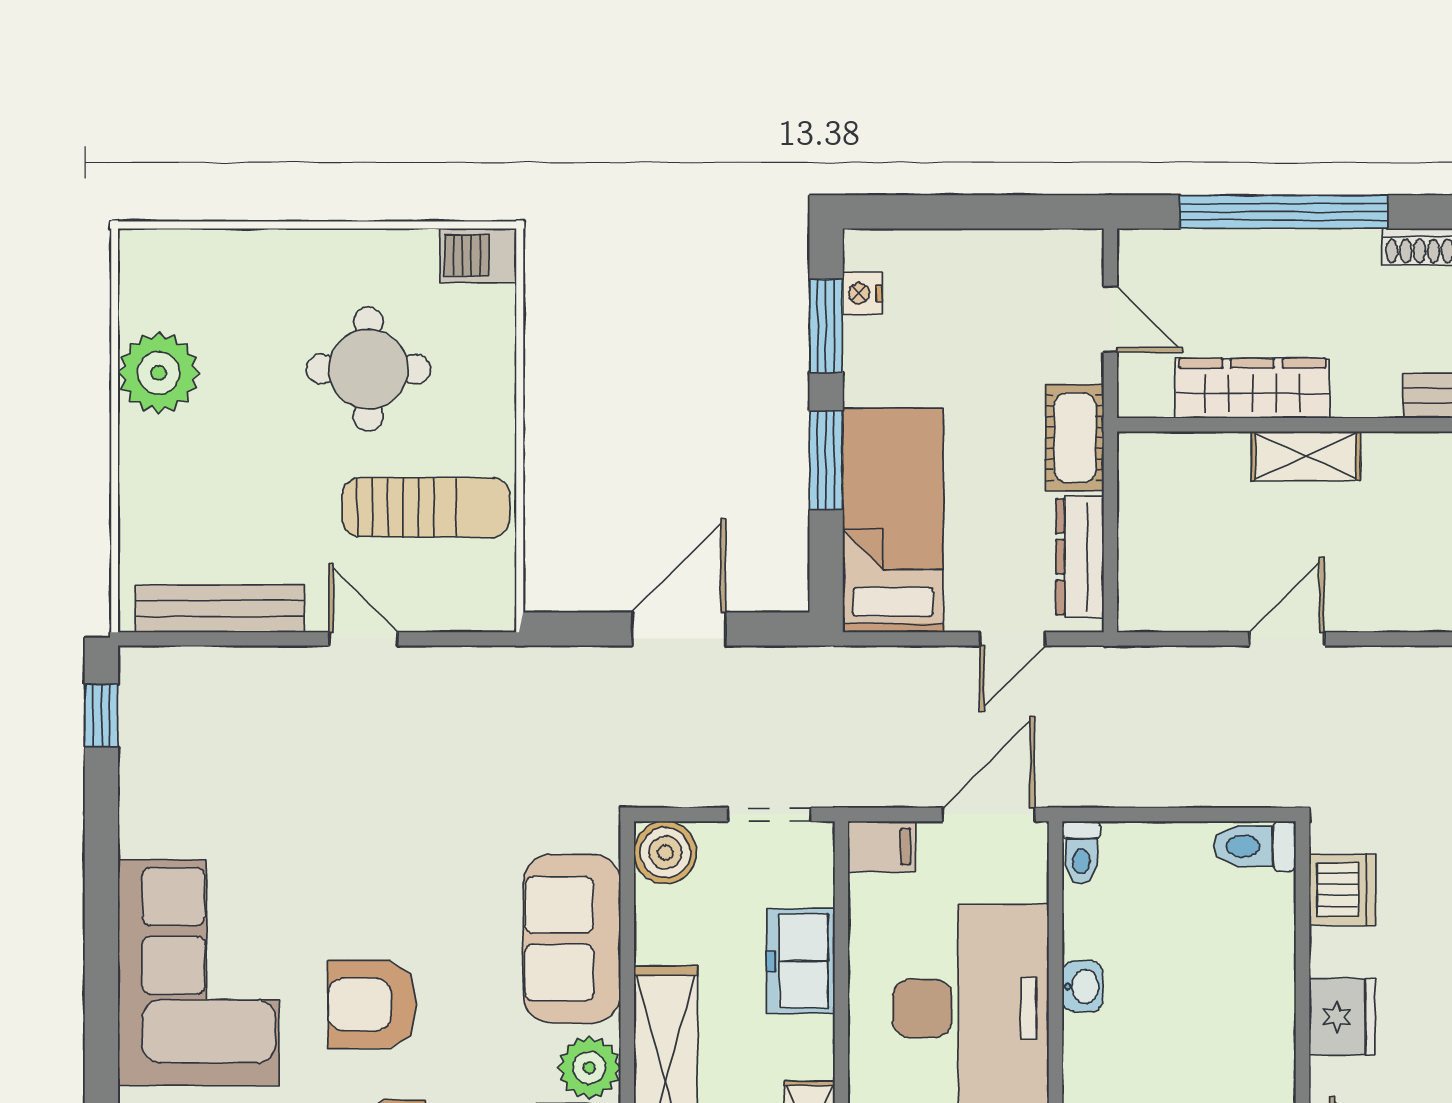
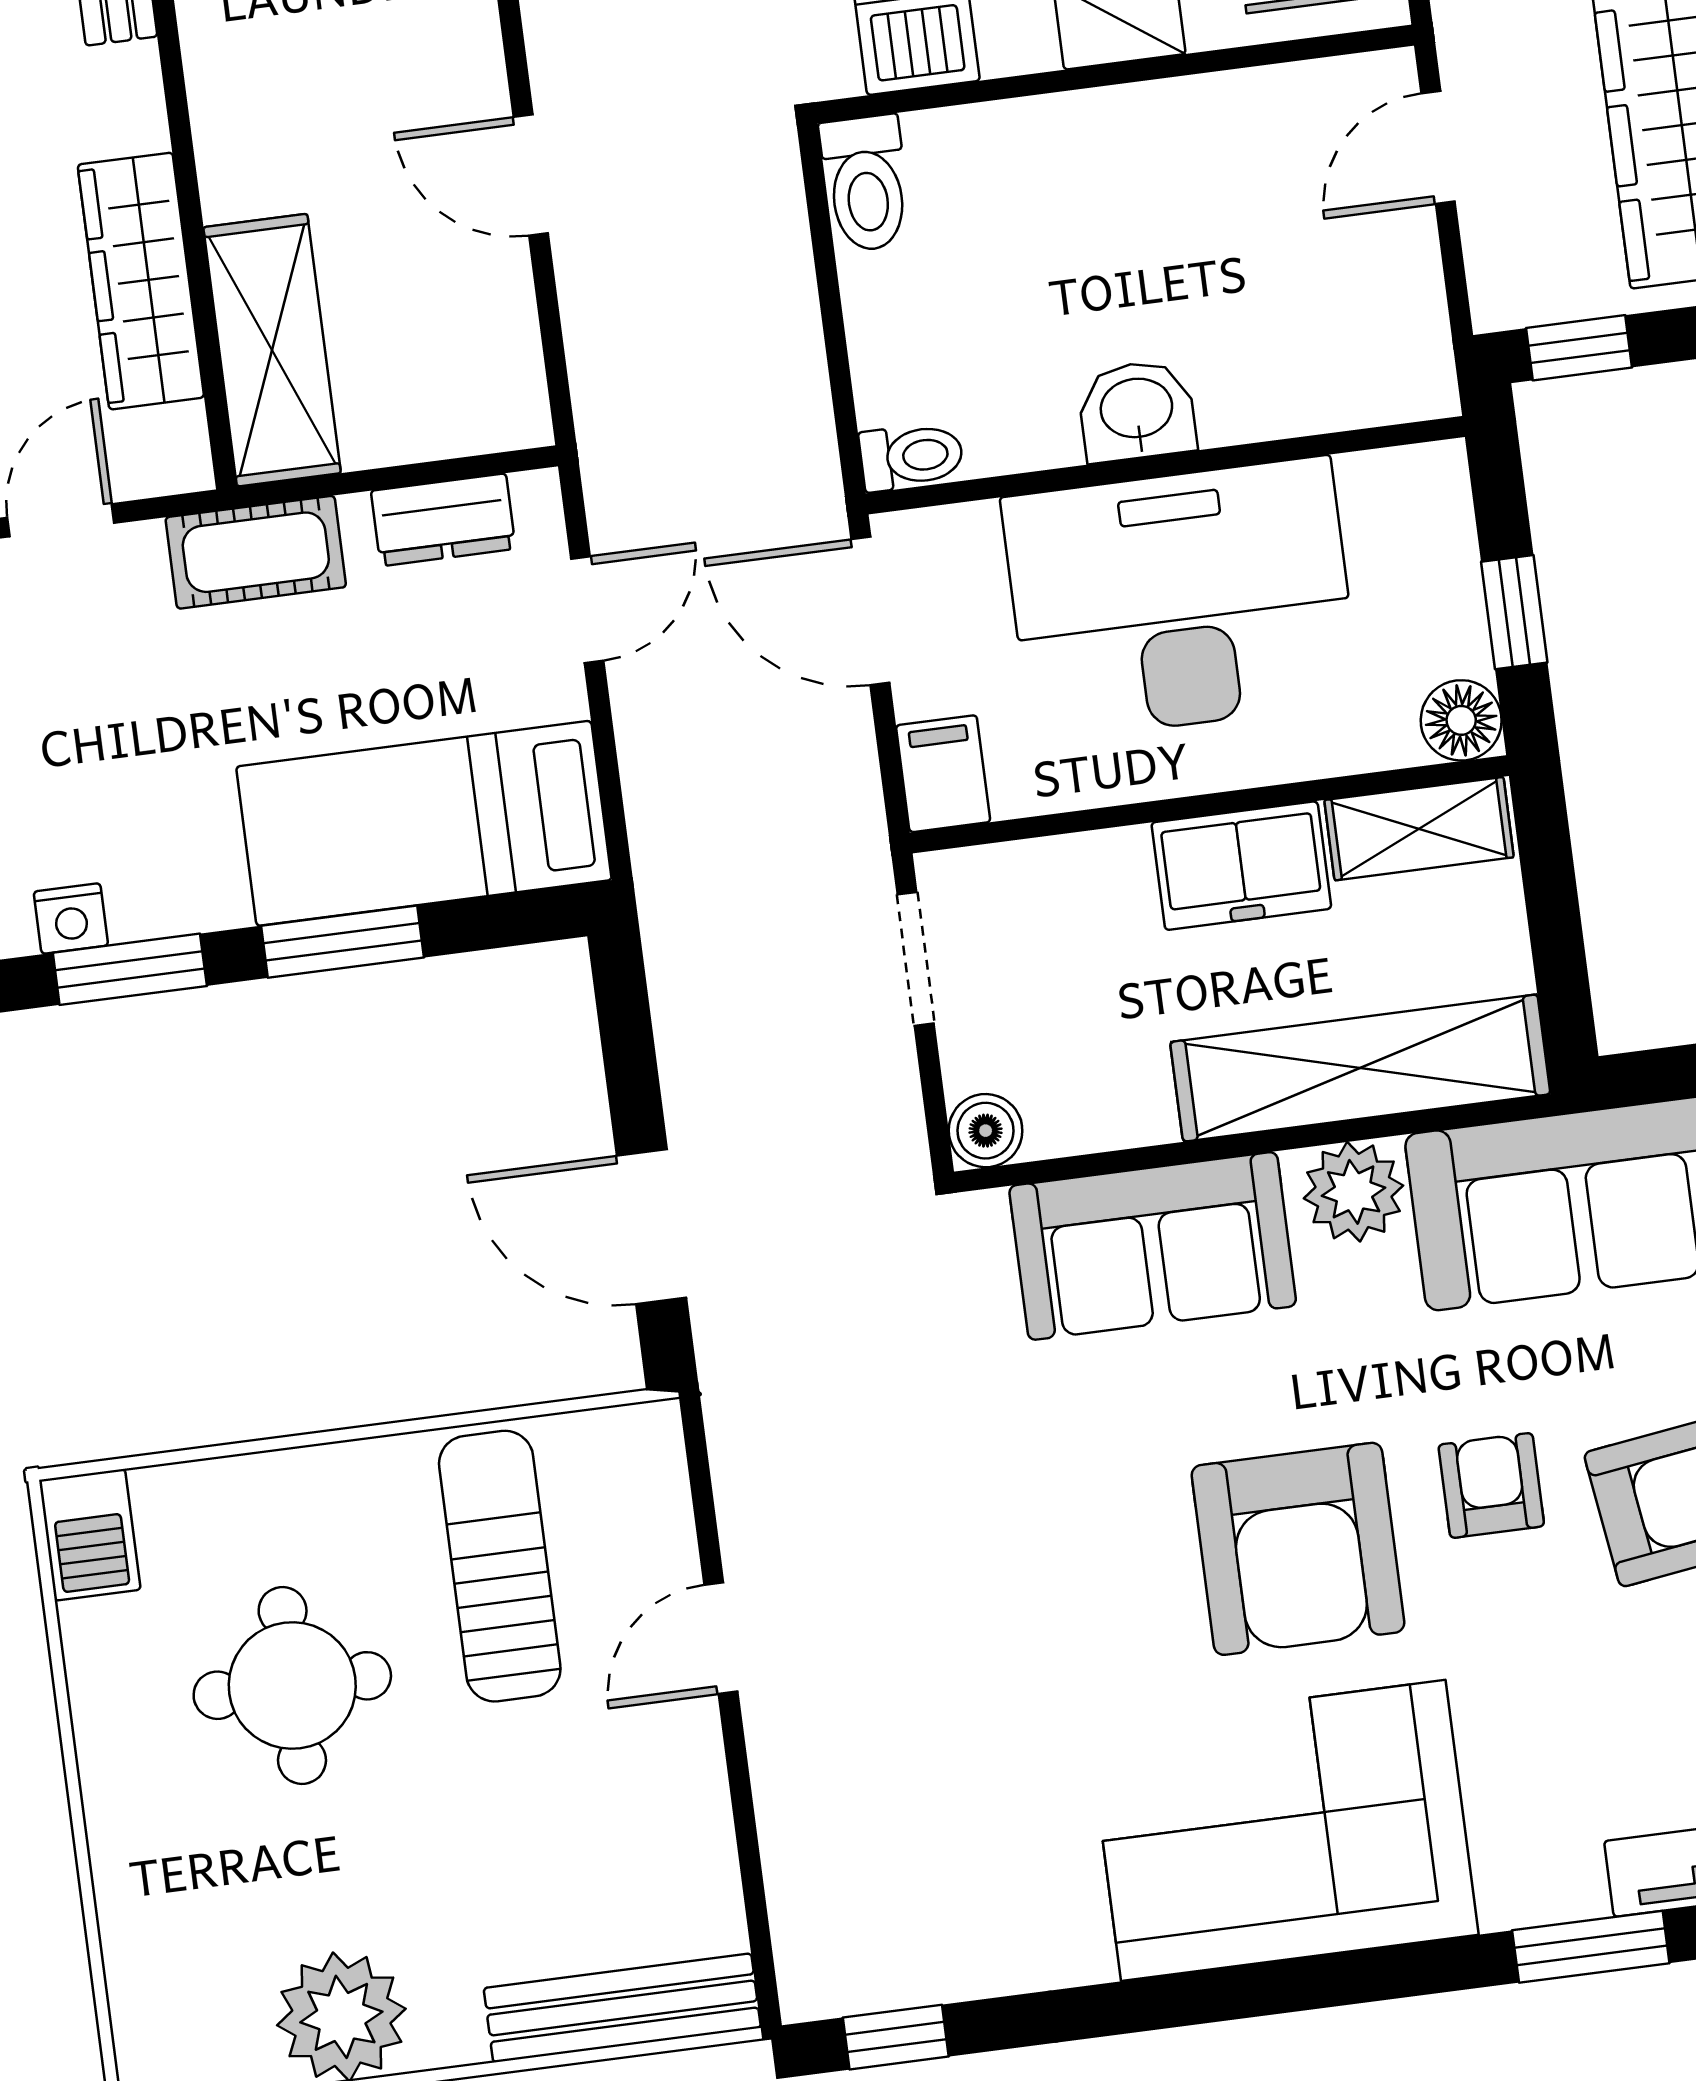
shelving: (1306, 456) -> (272, 350), moved, width x1.50, depth x1.33
dresser: (1080, 557) -> (443, 520), width x0.70
bench: (220, 609) -> (622, 2008), moved, turned 90
door: (679, 629) -> (651, 1227), moved
door: (1012, 639) -> (587, 610), hinge flipped
boiler: (665, 853) -> (986, 1131), width x0.73, depth x0.73
freezer: (801, 961) -> (1241, 866), moved
washbasin: (1082, 986) -> (1137, 411), width x1.38, depth x1.45
armchair: (372, 1004) -> (1298, 1549), width x1.36, depth x1.36

